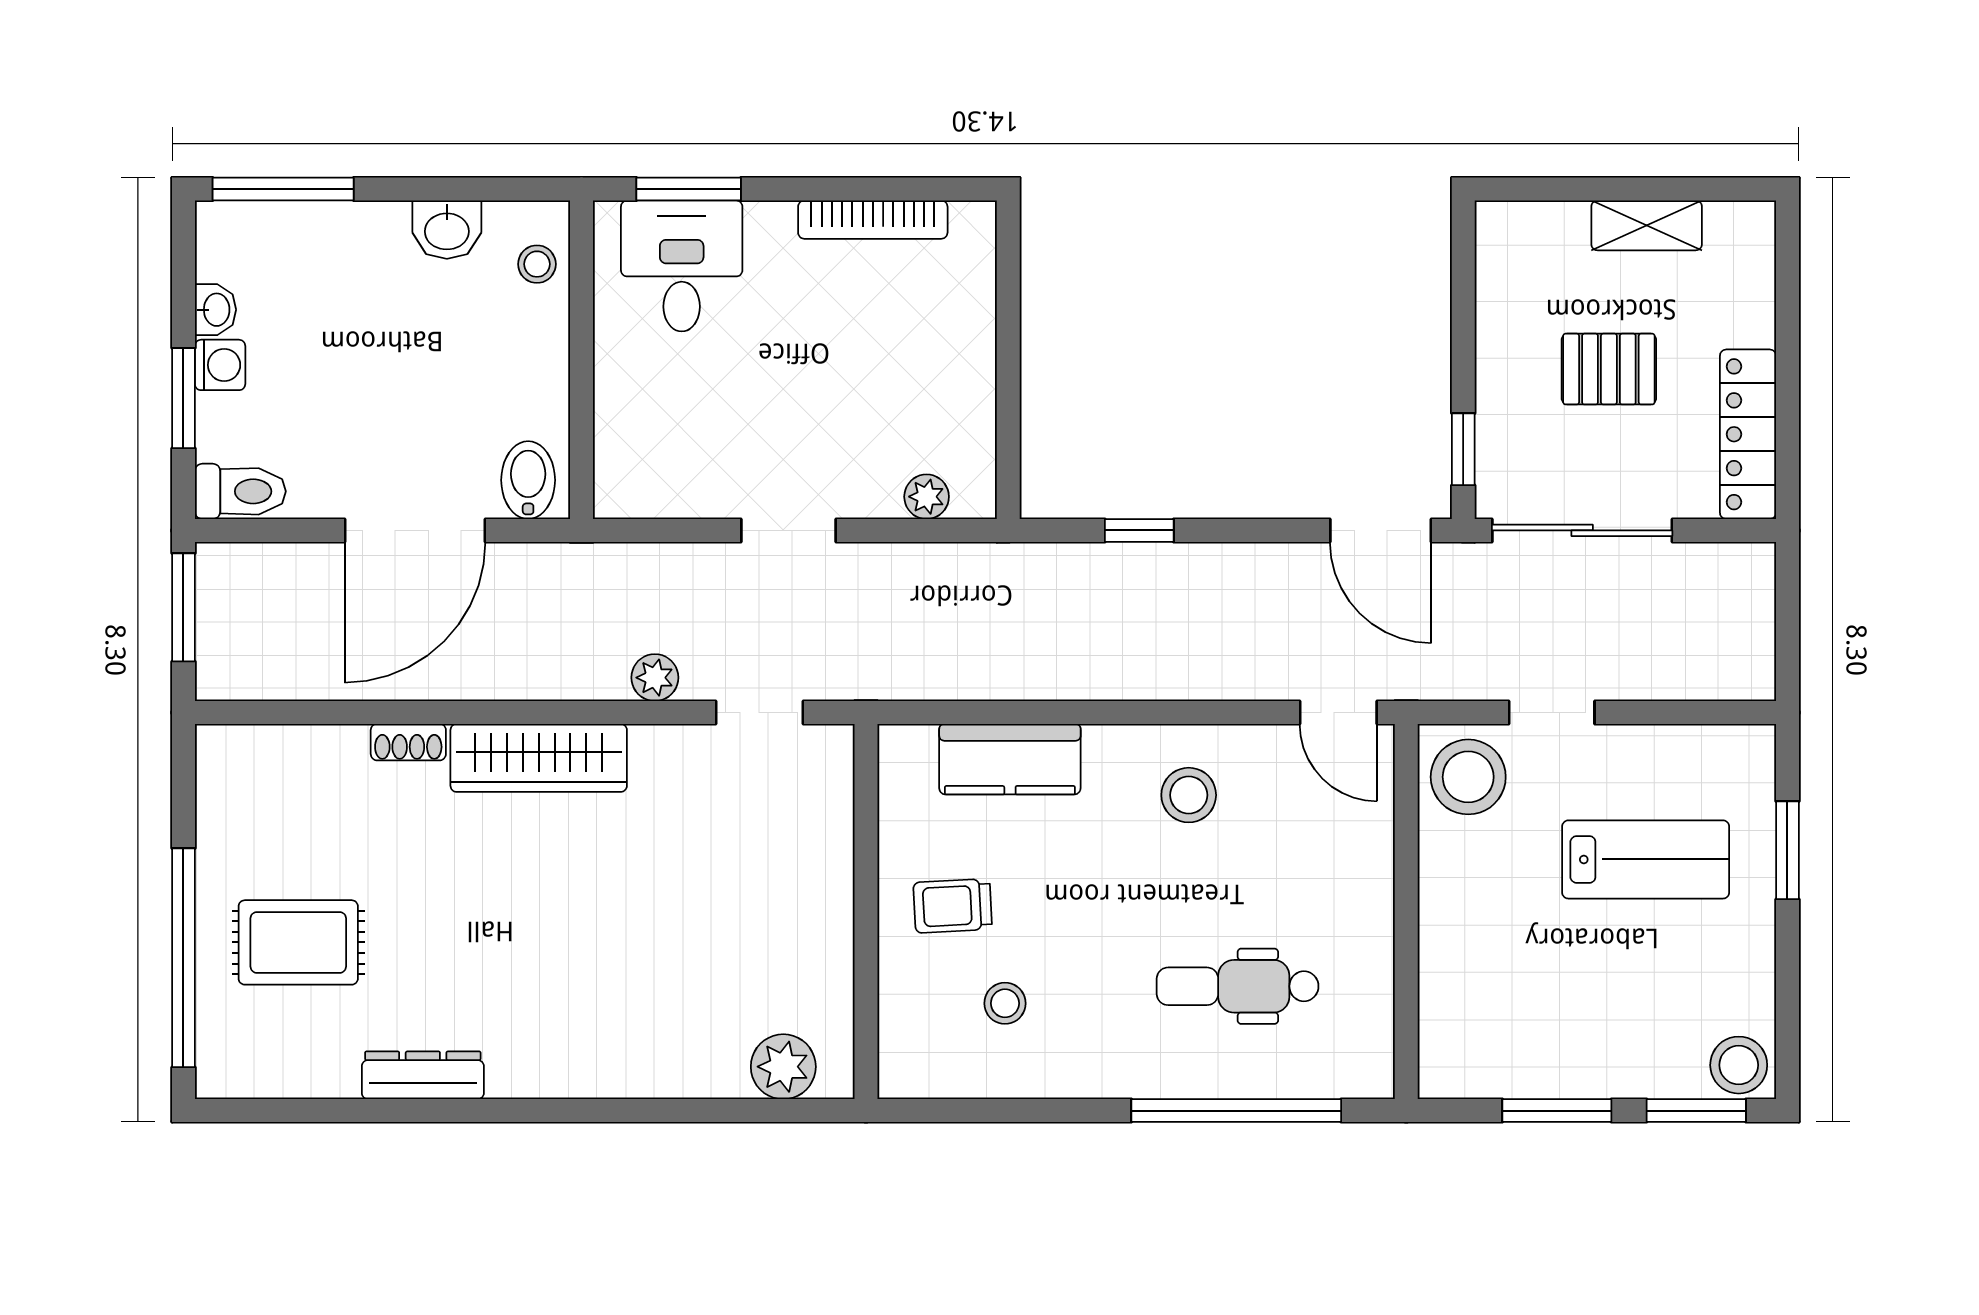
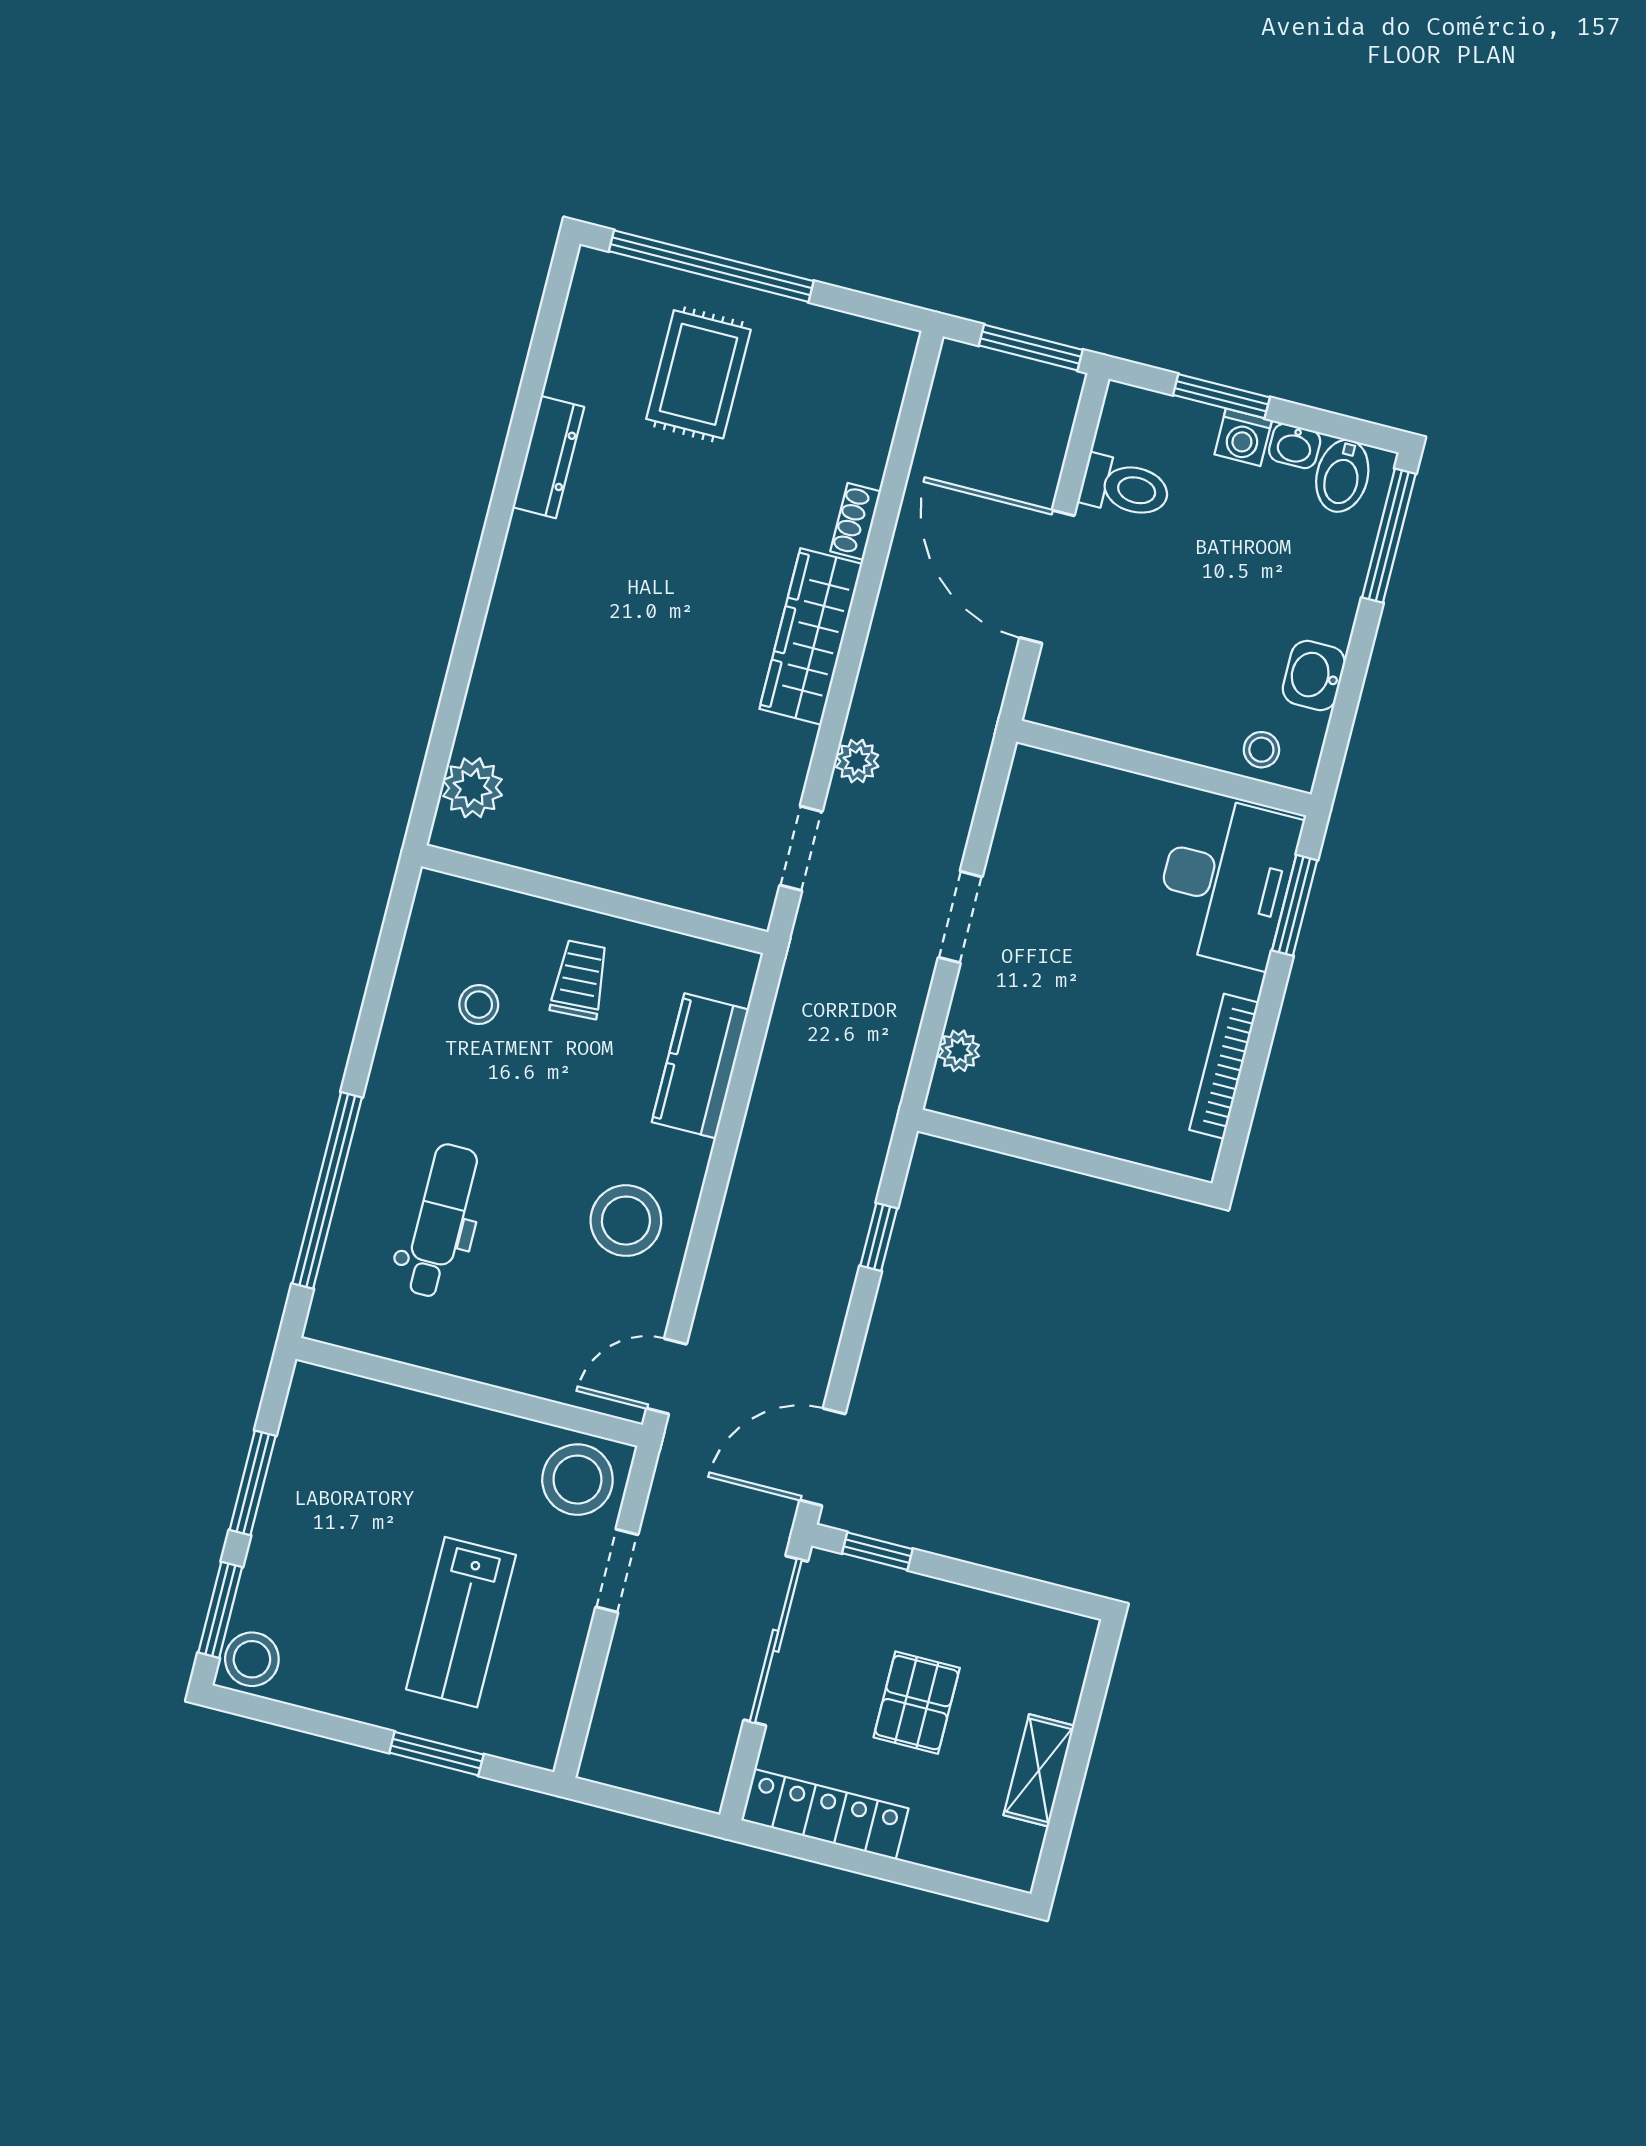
desk: (682, 266) -> (1226, 881), width x1.37
bidet: (528, 480) -> (1342, 476), moved, turned 90
toilet: (240, 491) -> (1125, 487), moved, turned -90
stool: (1189, 795) -> (626, 1221), width x1.38, depth x1.38

